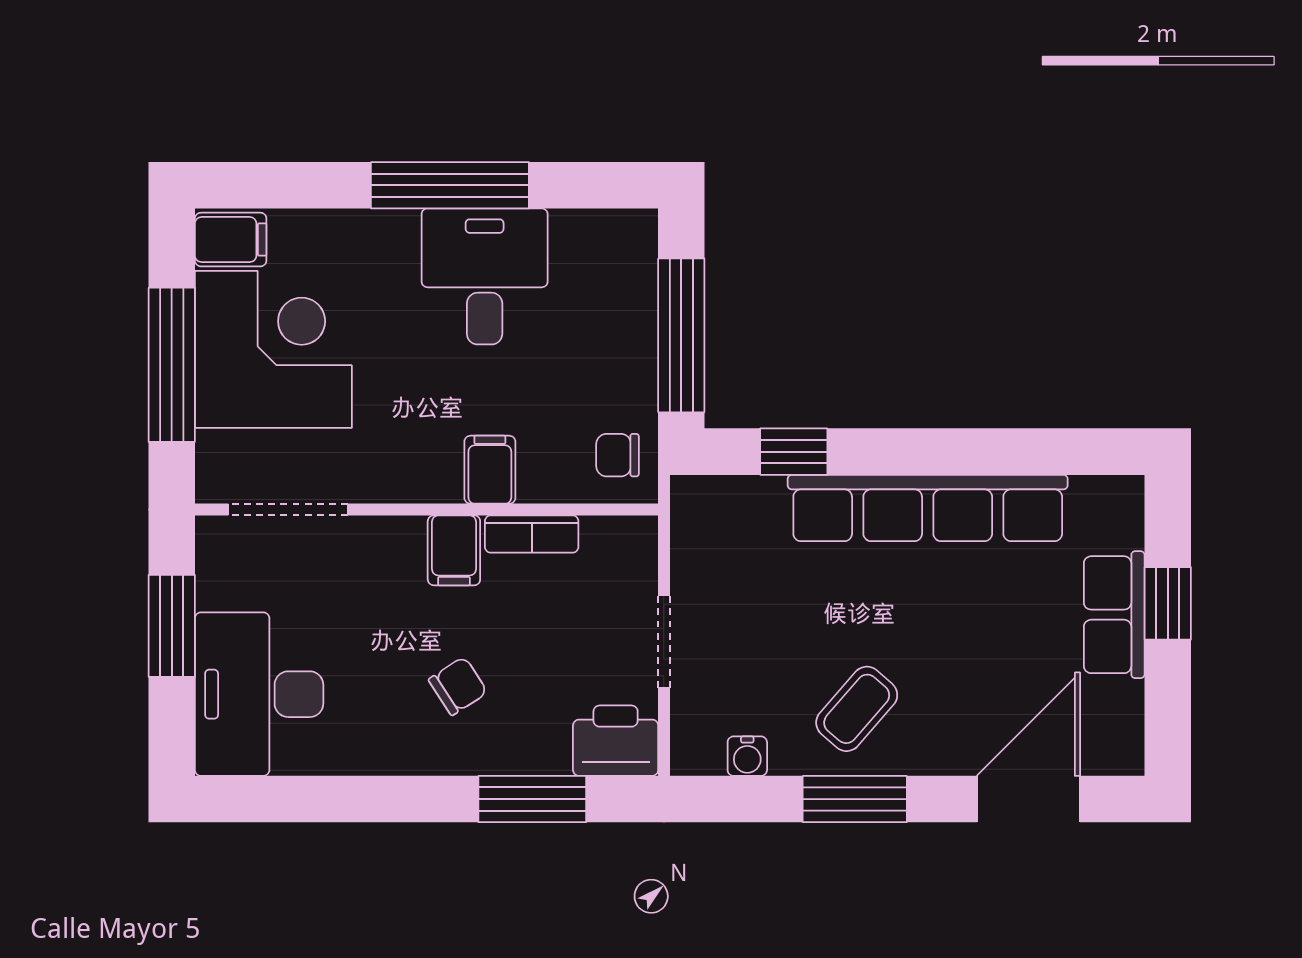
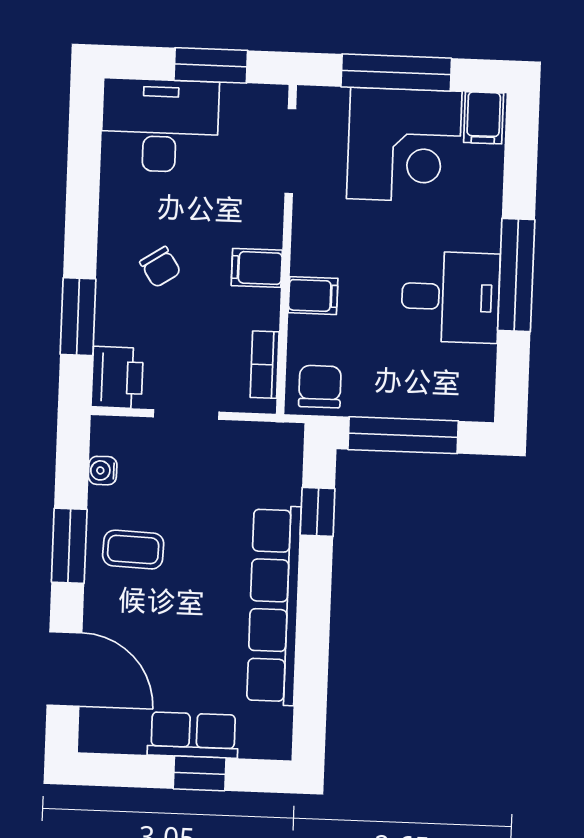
chair: (617, 455) -> (320, 387), width x1.37, depth x1.37
bookcase: (532, 534) -> (265, 365), moved
coffee table: (857, 709) -> (133, 550), turned -39

